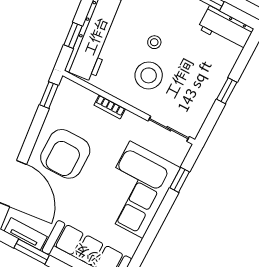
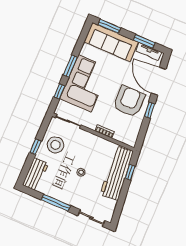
workbench: (226, 28) -> (35, 174), moved, turned 90
stool: (149, 75) -> (56, 145), moved
window: (49, 95) -> (150, 110), moved
window: (158, 220) -> (70, 66), added

